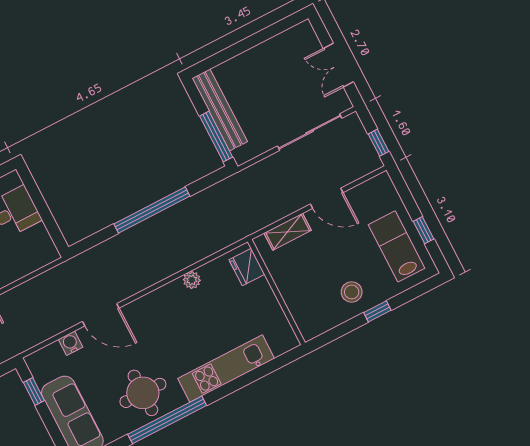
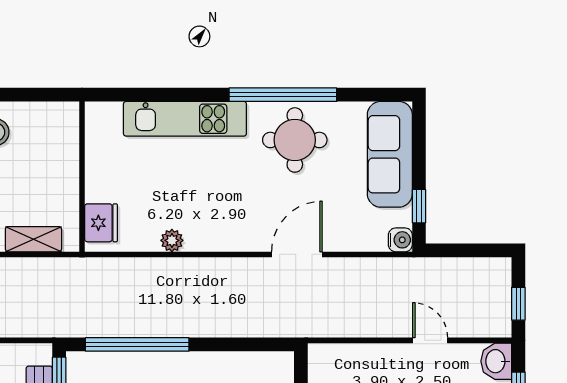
window: (152, 210) -> (137, 344), moved
door: (101, 315) -> (297, 254), hinge flipped
water cooler: (71, 343) -> (400, 240), moved, turned -90

